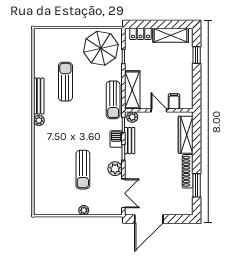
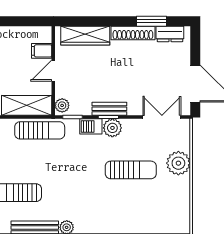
bench: (130, 141) -> (109, 109), moved
plant: (115, 169) -> (112, 128), moved
dresser: (187, 200) -> (170, 34), added
plant: (84, 210) -> (178, 163), width x1.87, depth x1.87

